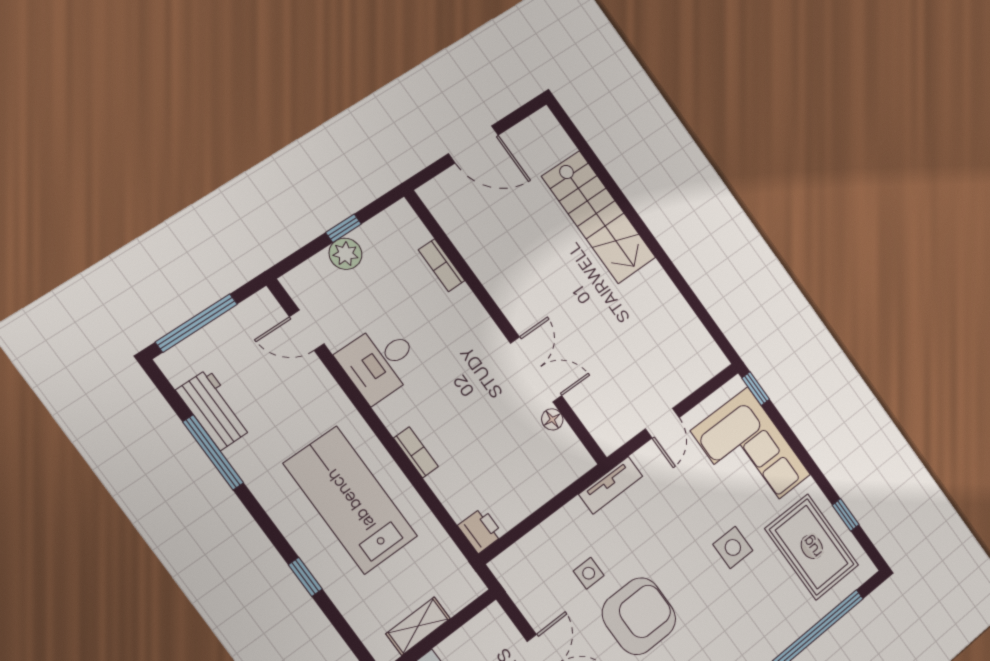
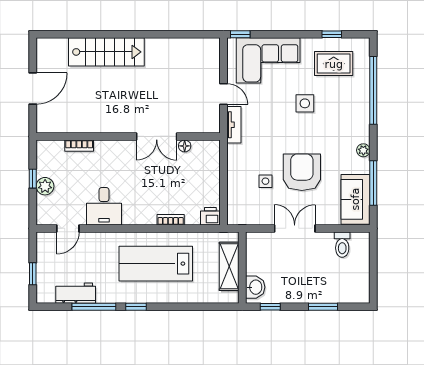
window: (196, 323) -> (33, 274), width x0.46
double door: (536, 369) -> (157, 136), swing flipped
bookcase: (416, 452) -> (171, 220), moved
tv unit: (611, 485) -> (234, 125), moved
rug: (812, 547) -> (334, 64), width x0.73, depth x0.70
window: (305, 577) -> (136, 307), moved
shelving: (418, 626) -> (229, 266), width x1.50, depth x1.33

